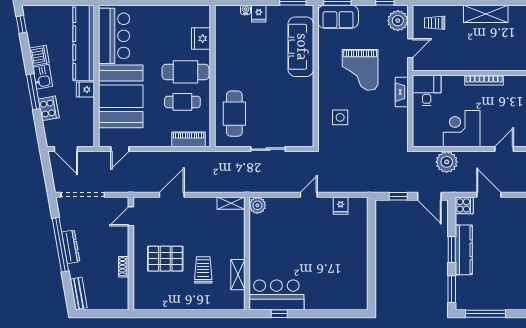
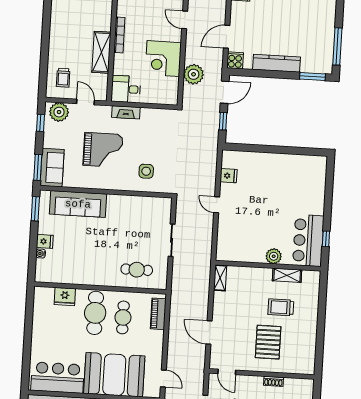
shelving: (486, 14) -> (101, 52), moved
cafe table: (234, 114) -> (137, 270), width x0.73, depth x0.74
plant: (257, 205) -> (274, 256), moved
window: (452, 250) -> (276, 74), removed

